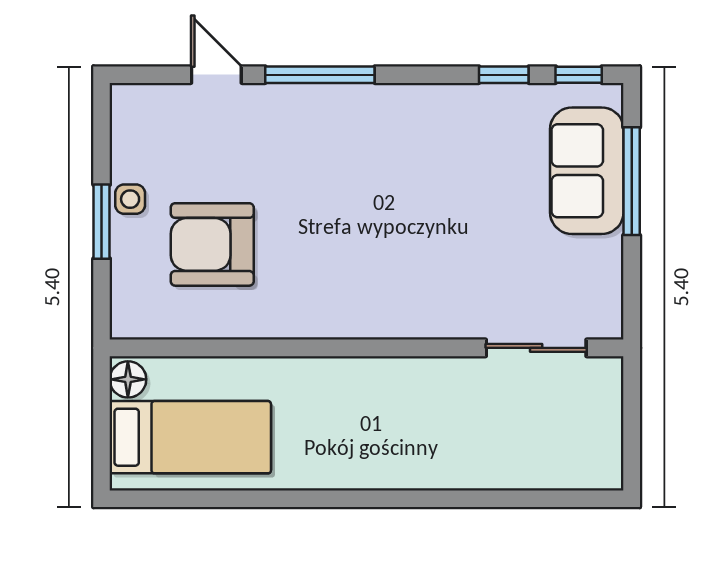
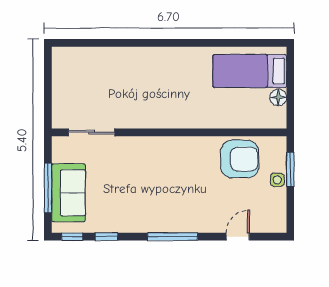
door: (216, 75) -> (238, 237), swing flipped
window: (320, 75) -> (173, 237), moved
wall: (367, 348) -> (169, 132), moved
sliding door: (536, 348) -> (92, 132), moved

